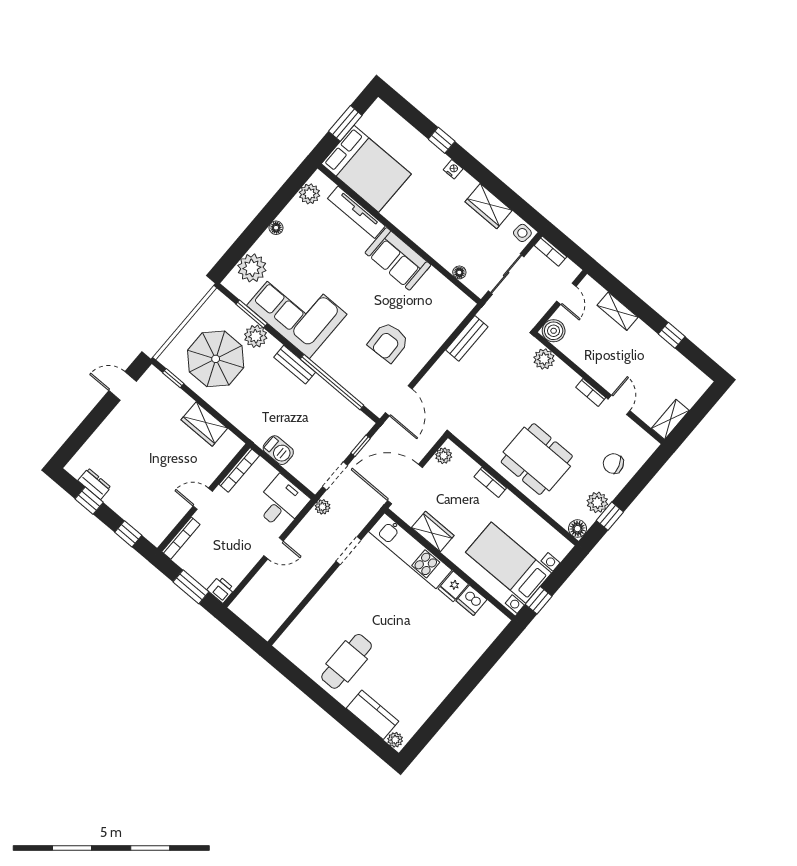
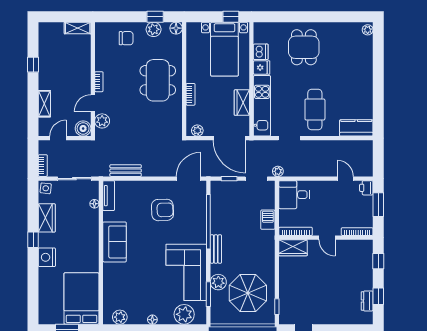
window: (442, 140) -> (33, 240), moved
nightstand: (453, 169) -> (47, 257), width x1.89, depth x1.79
tv unit: (356, 212) -> (109, 196), moved, width x0.71
door: (619, 405) -> (93, 103), moved
wardrobe: (204, 424) -> (293, 248), moved, turned 90
chair: (613, 464) -> (126, 38), turned -71
door: (274, 548) -> (345, 179), moved
dining table: (436, 652) -> (304, 47), added
cafe table: (347, 661) -> (315, 109), moved, turned 90
kitchen counter: (372, 715) -> (356, 128), moved, turned 90

